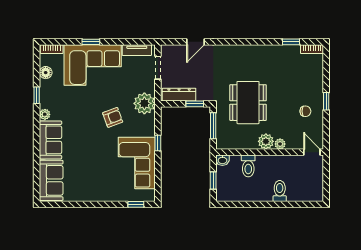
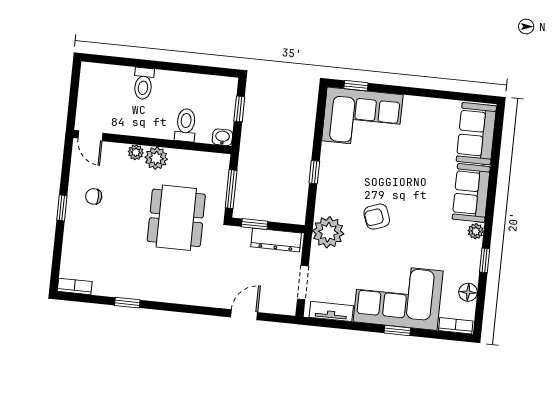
window: (291, 42) -> (127, 303), moved
corner sofa: (137, 163) -> (362, 118), moved, turned 90

